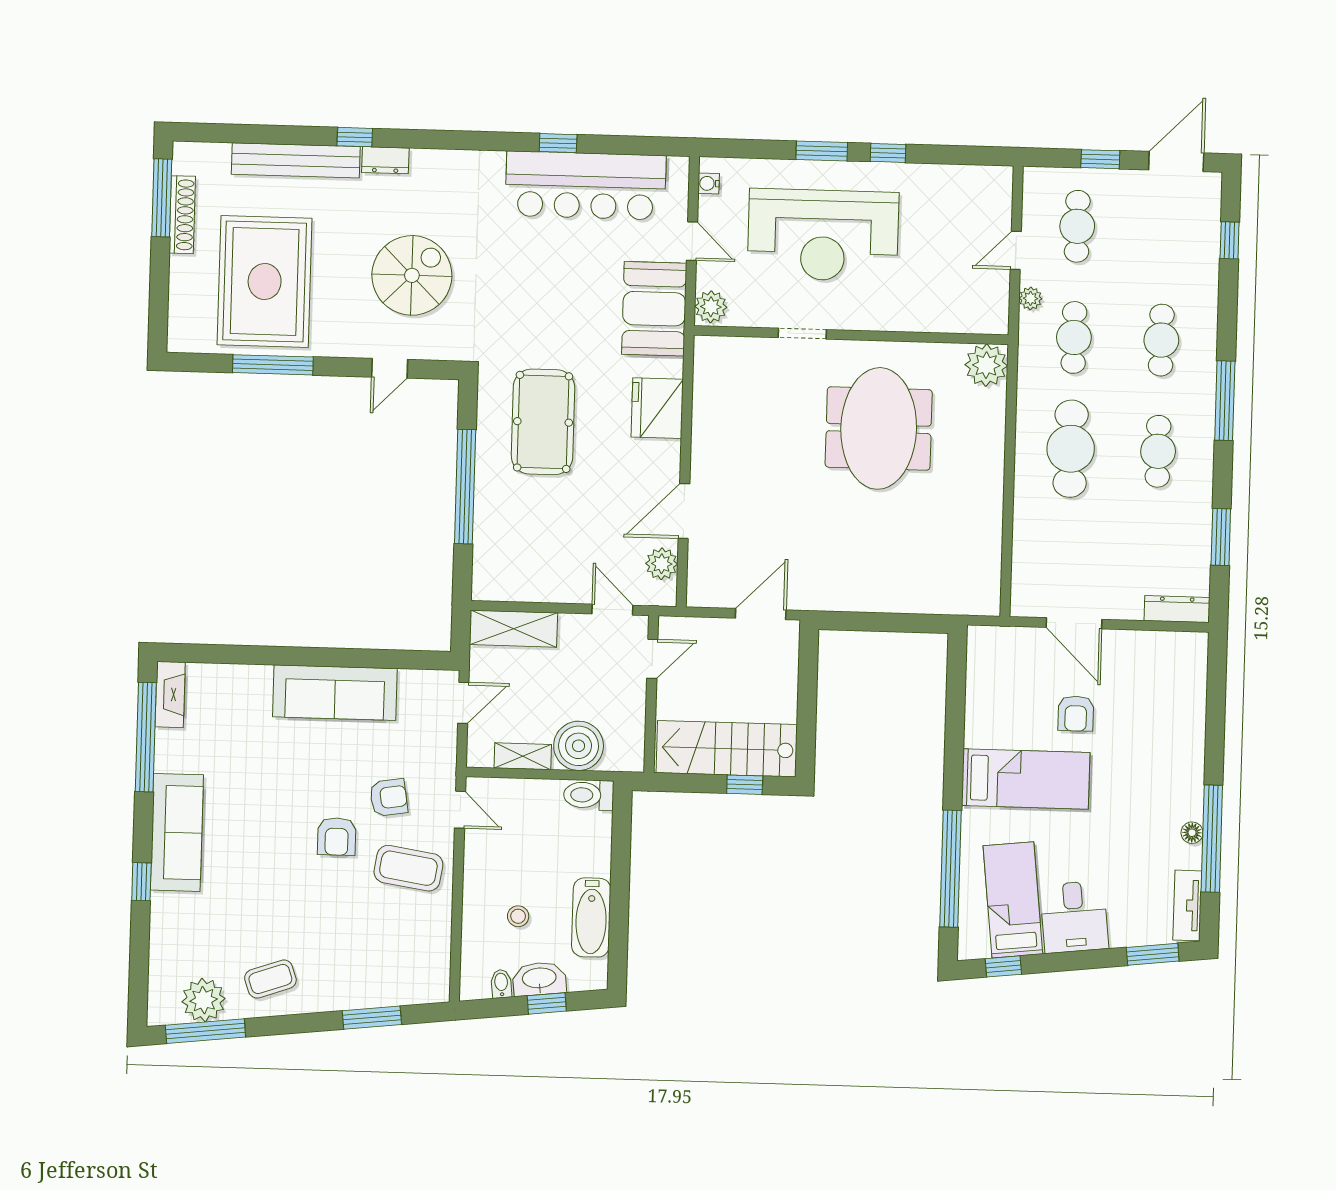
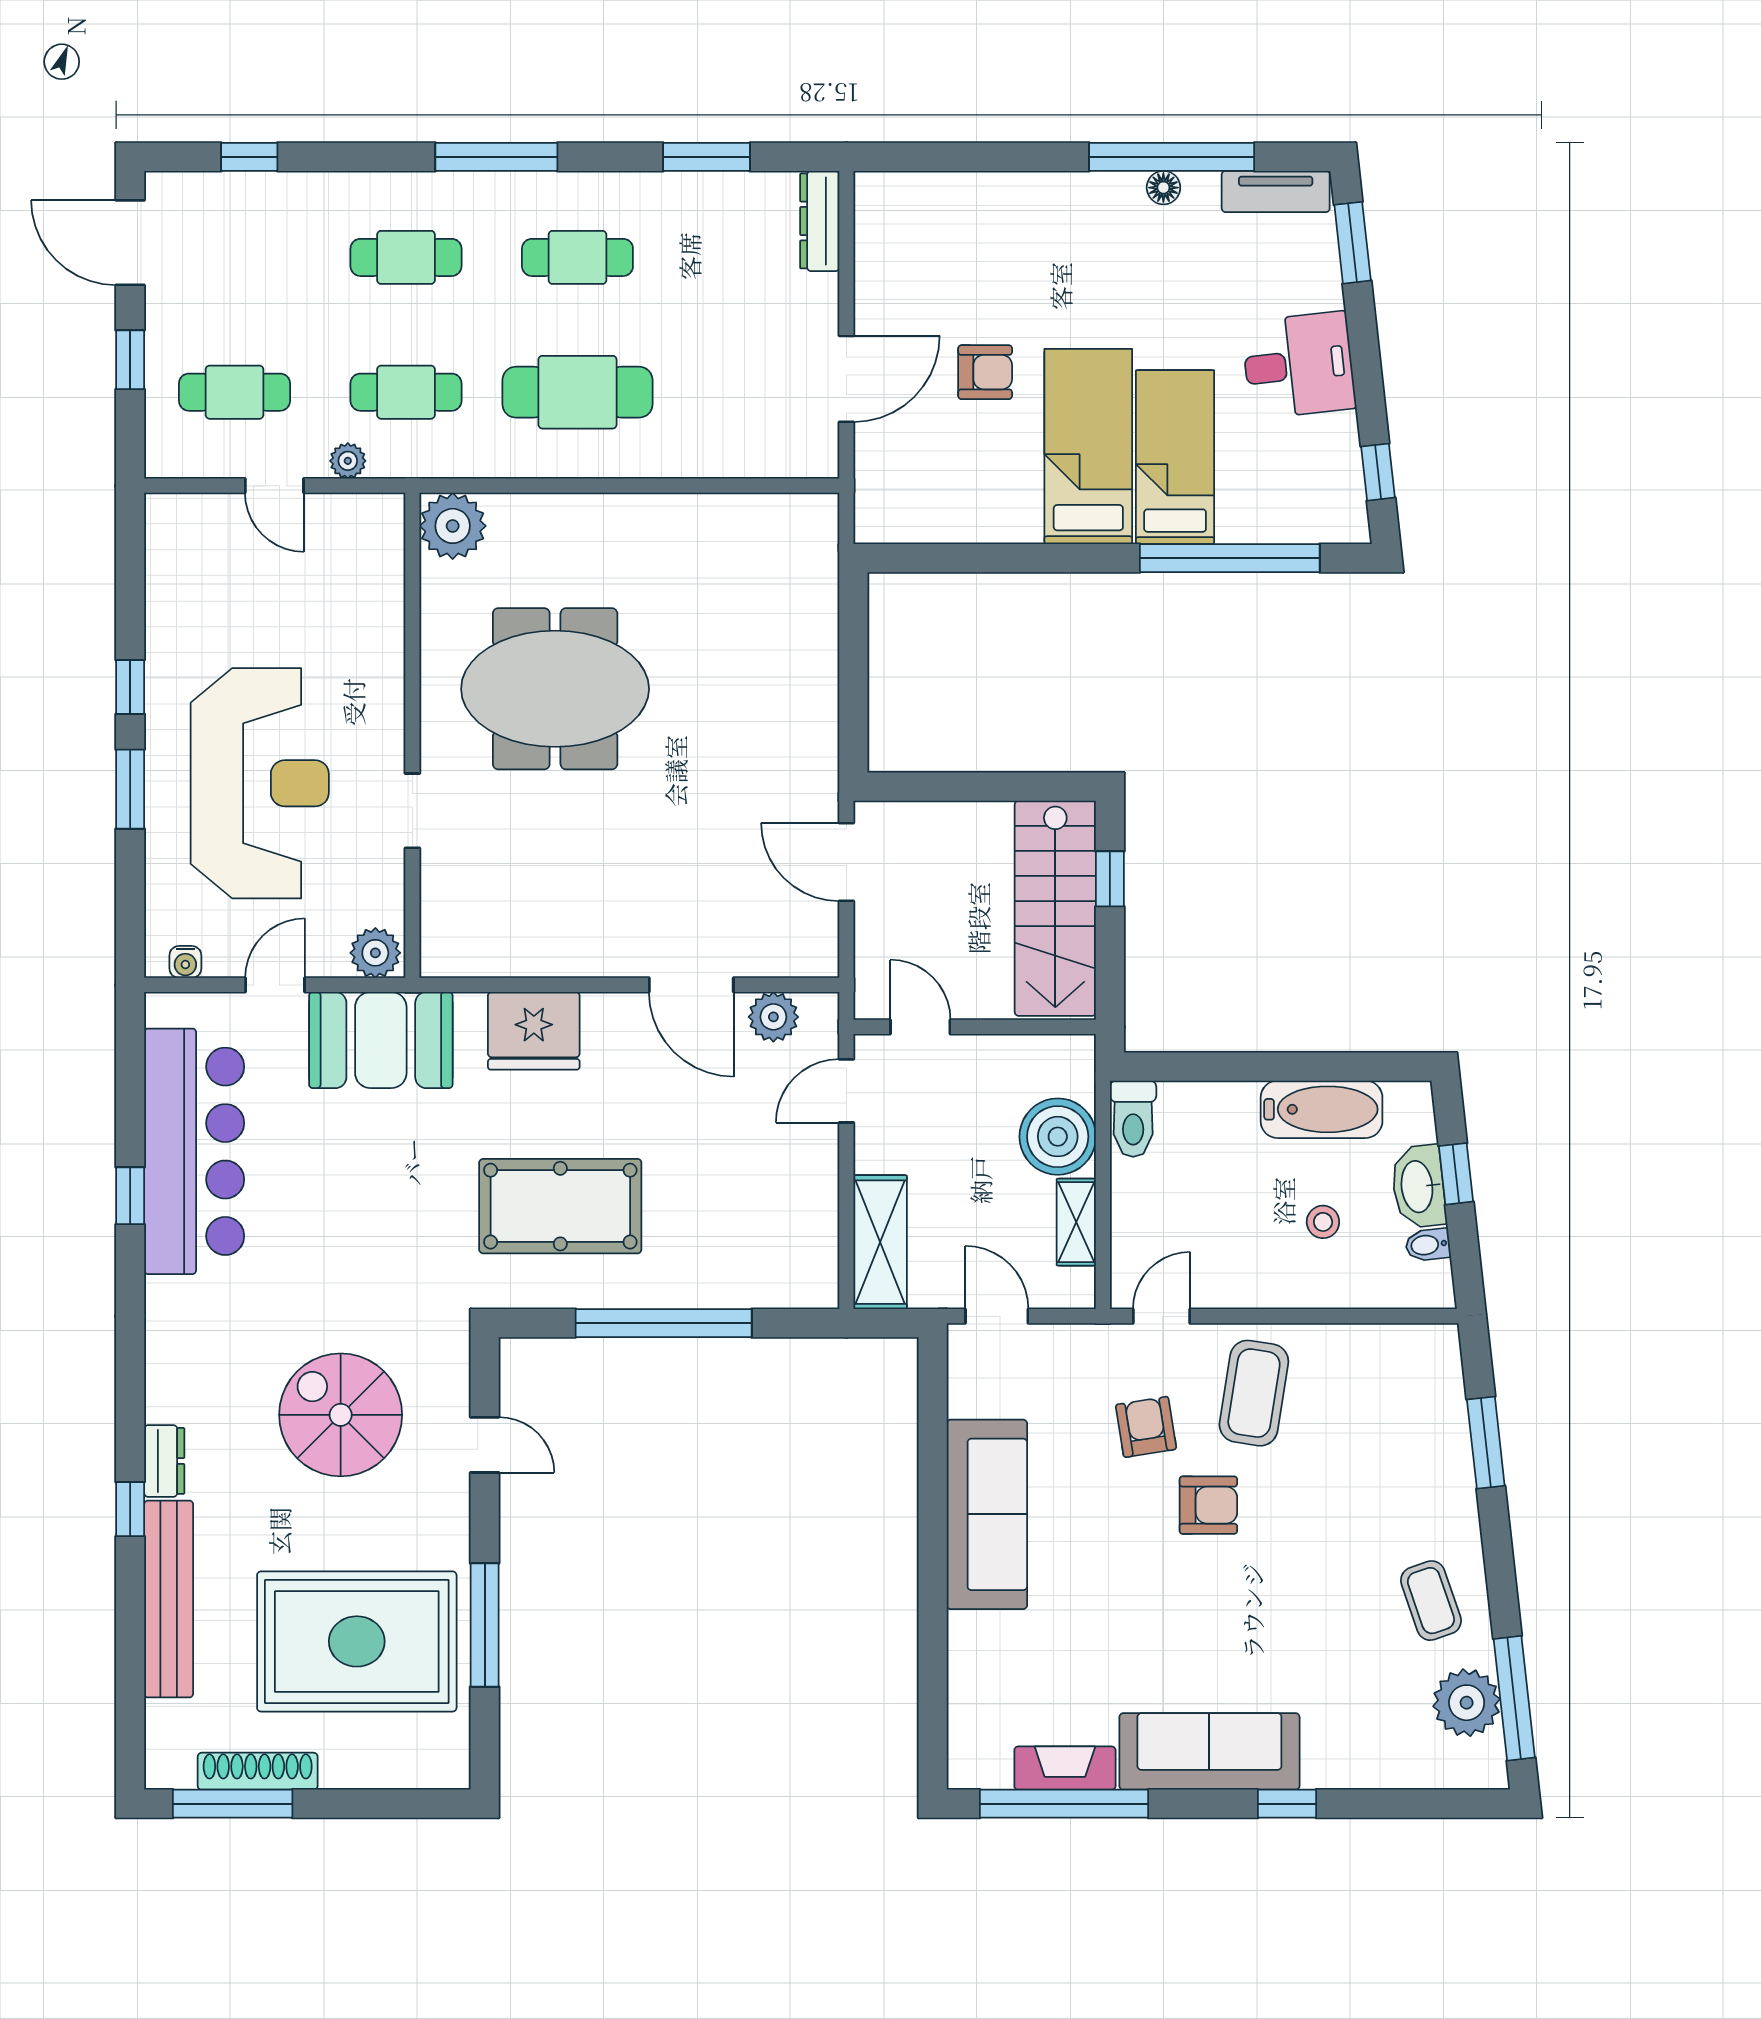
fireplace: (170, 695) -> (1065, 1768), moved
bed: (1013, 900) -> (1175, 457), moved, turned 96

